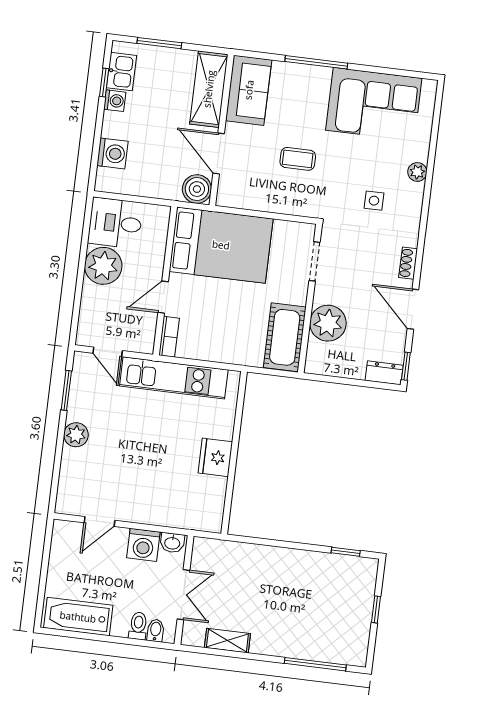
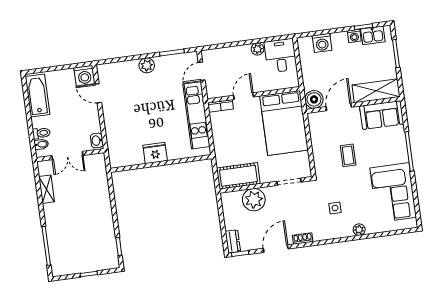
plant: (103, 266) -> (257, 49), width x0.53, depth x0.53
door: (163, 297) -> (243, 96), hinge flipped
washing machine: (143, 545) -> (84, 76), moved, turned -90

